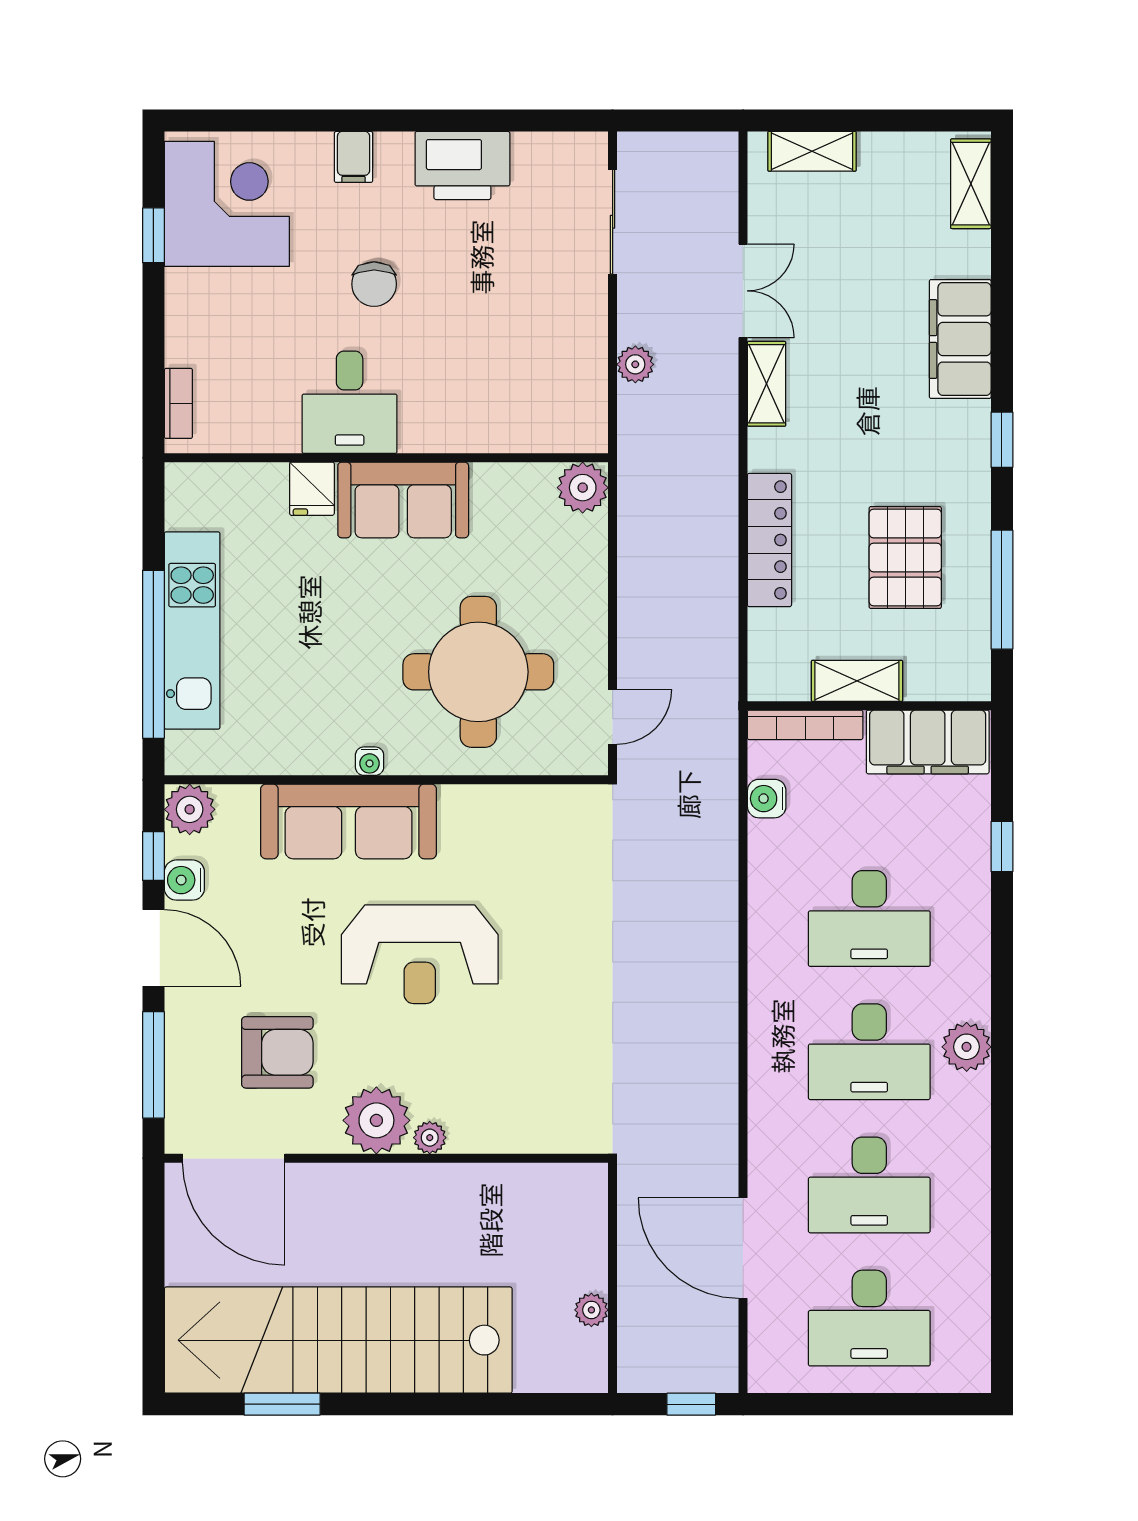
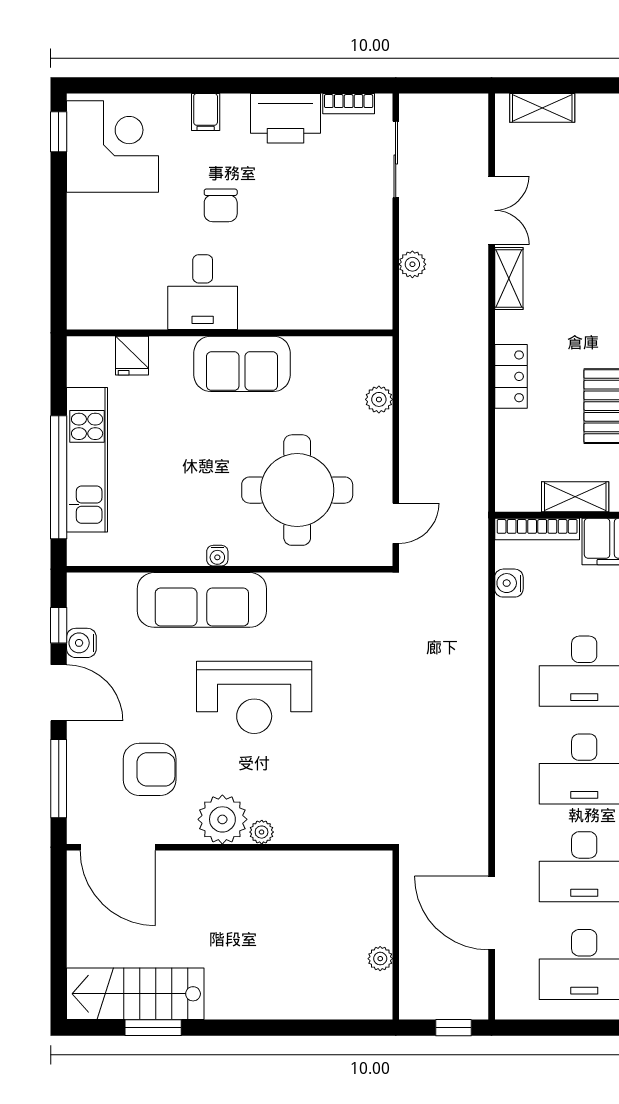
window: (153, 235) -> (59, 132), moved
bookcase: (178, 403) -> (349, 104), moved, turned 90
plant: (583, 488) -> (379, 399), moved, width x0.73, depth x0.73
fridge: (312, 489) -> (132, 356), moved
locker: (769, 540) -> (511, 376), width x0.66
plant: (190, 809) -> (85, 591), removed
stairs: (338, 1340) -> (135, 994), width x0.54, depth x0.66

